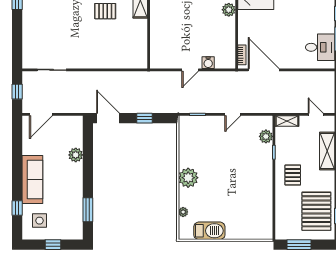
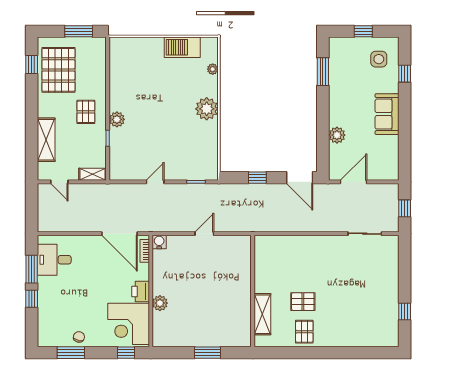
printer: (245, 20) -> (141, 291), added
water cooler: (208, 63) -> (159, 242), moved
door: (41, 114) -> (354, 182), moved
plant: (266, 136) -> (117, 119), moved
sofa: (32, 180) -> (387, 114), width x0.73

